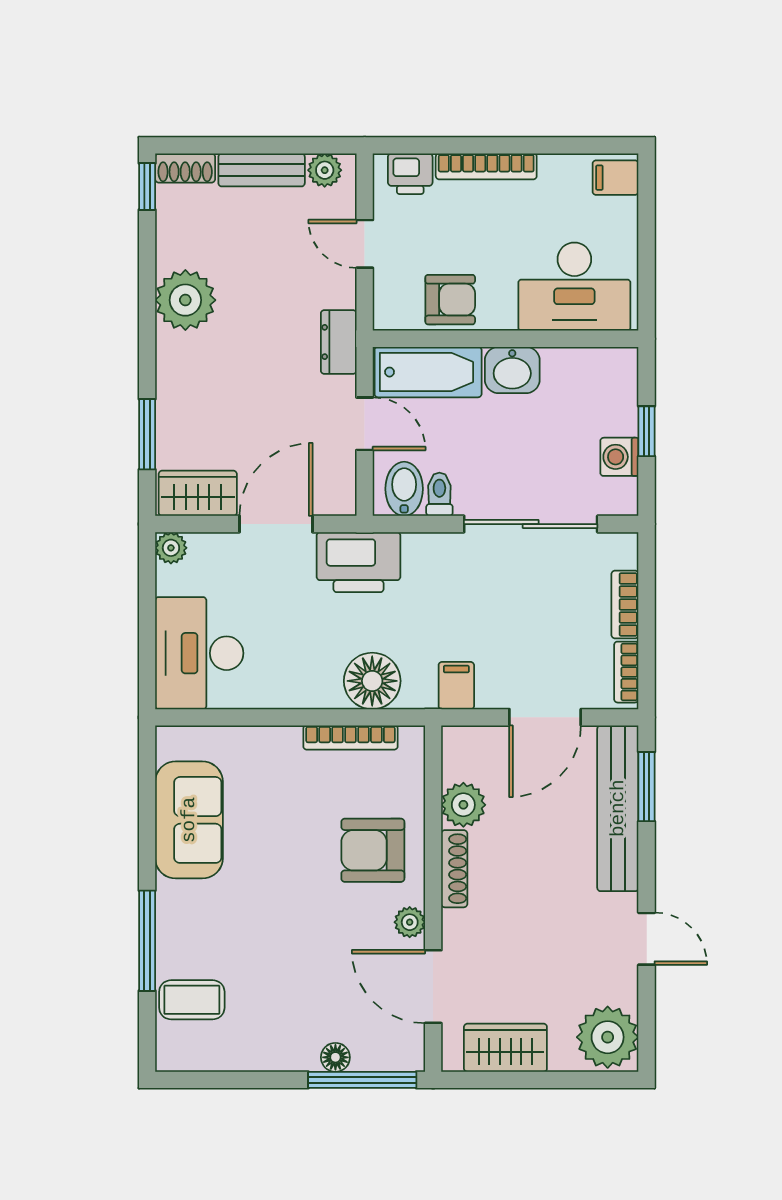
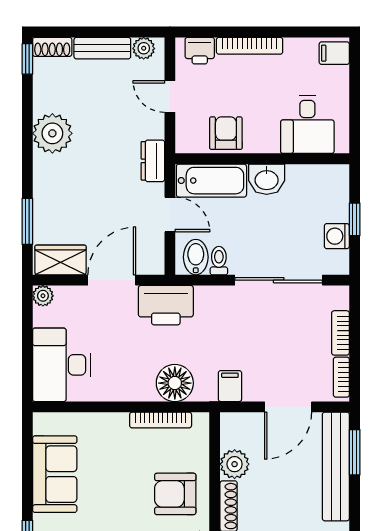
desk: (574, 287) -> (307, 125), width x0.73
armchair: (450, 300) -> (226, 133), turned -90

